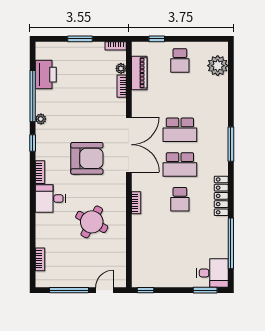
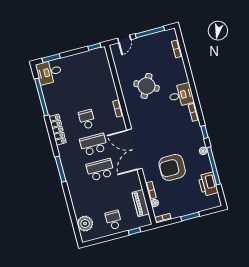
armchair: (87, 158) -> (172, 167), moved

